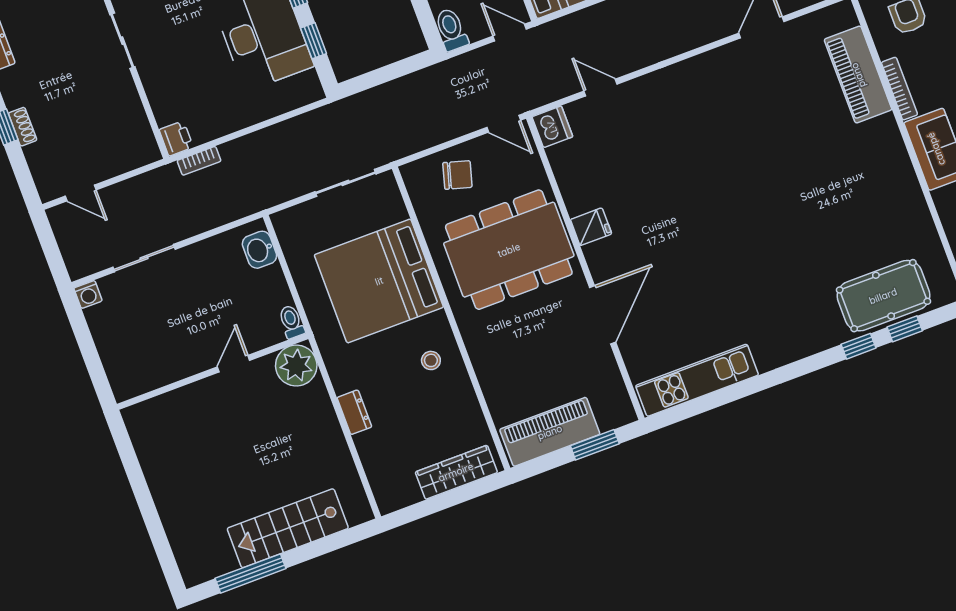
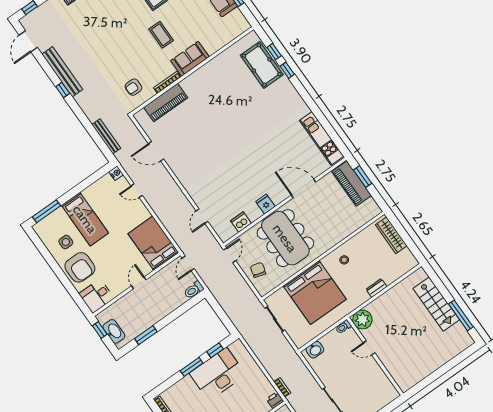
dishwasher: (552, 127) -> (241, 222), moved
piano: (550, 432) -> (352, 184), moved

